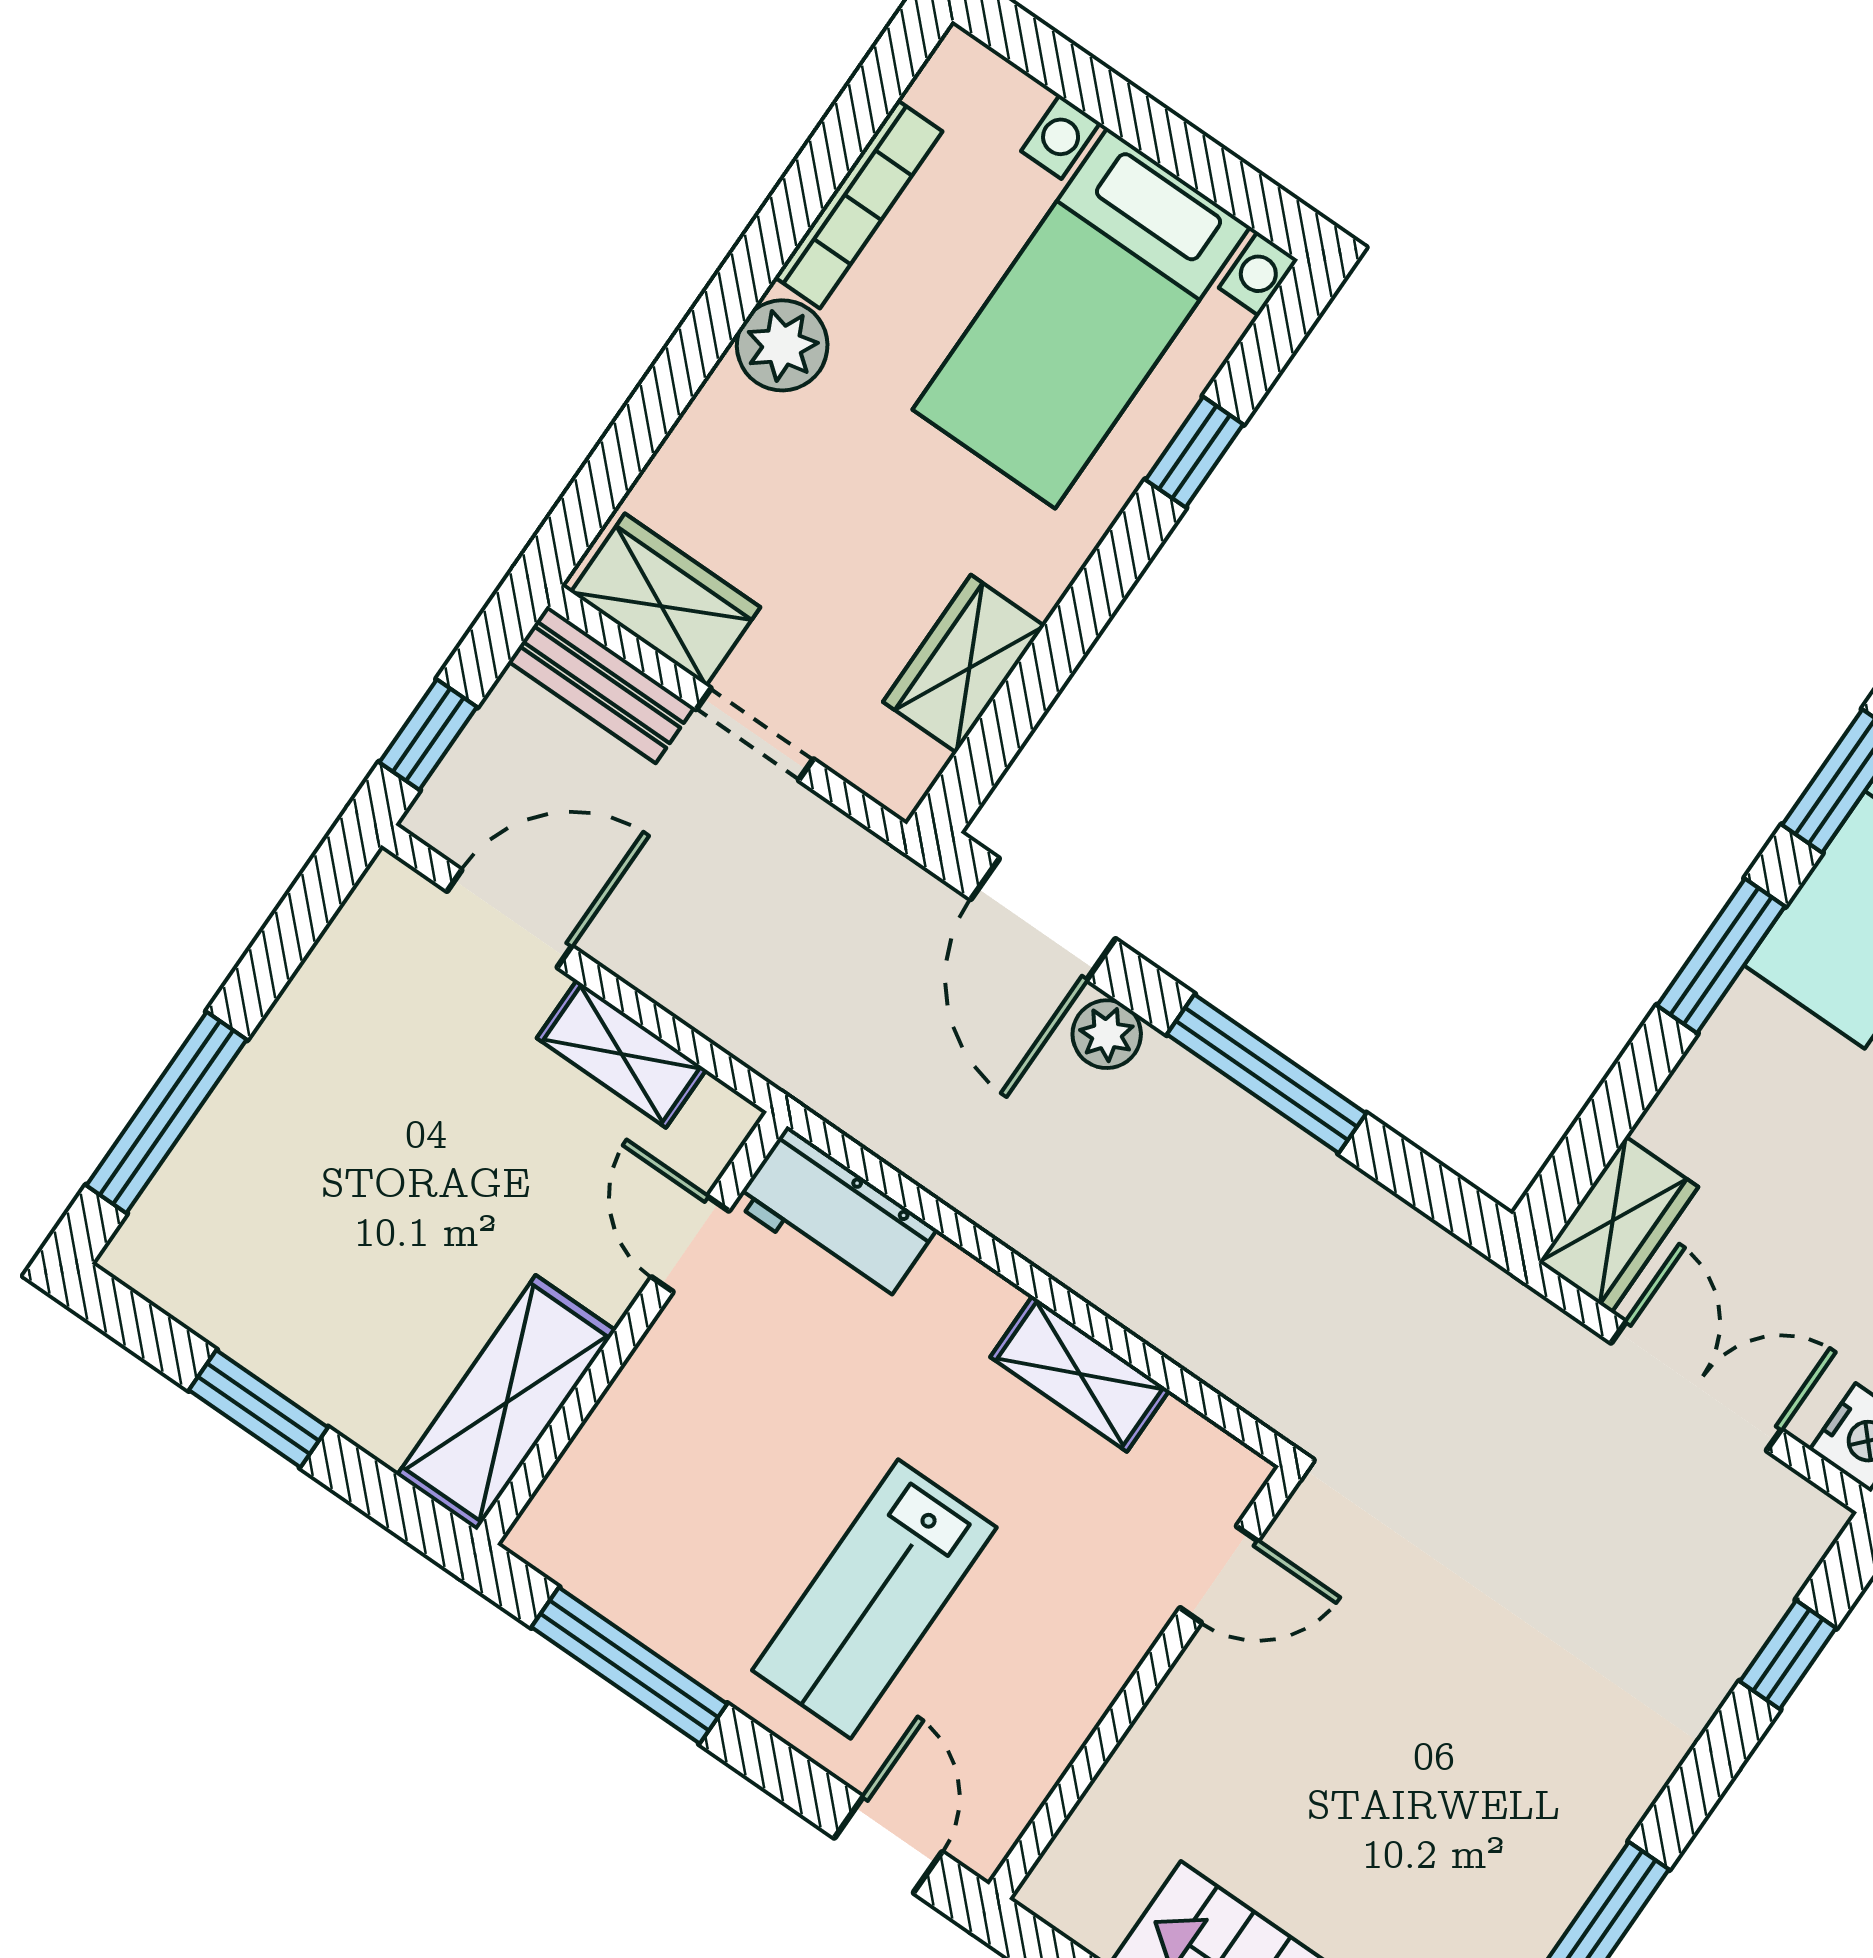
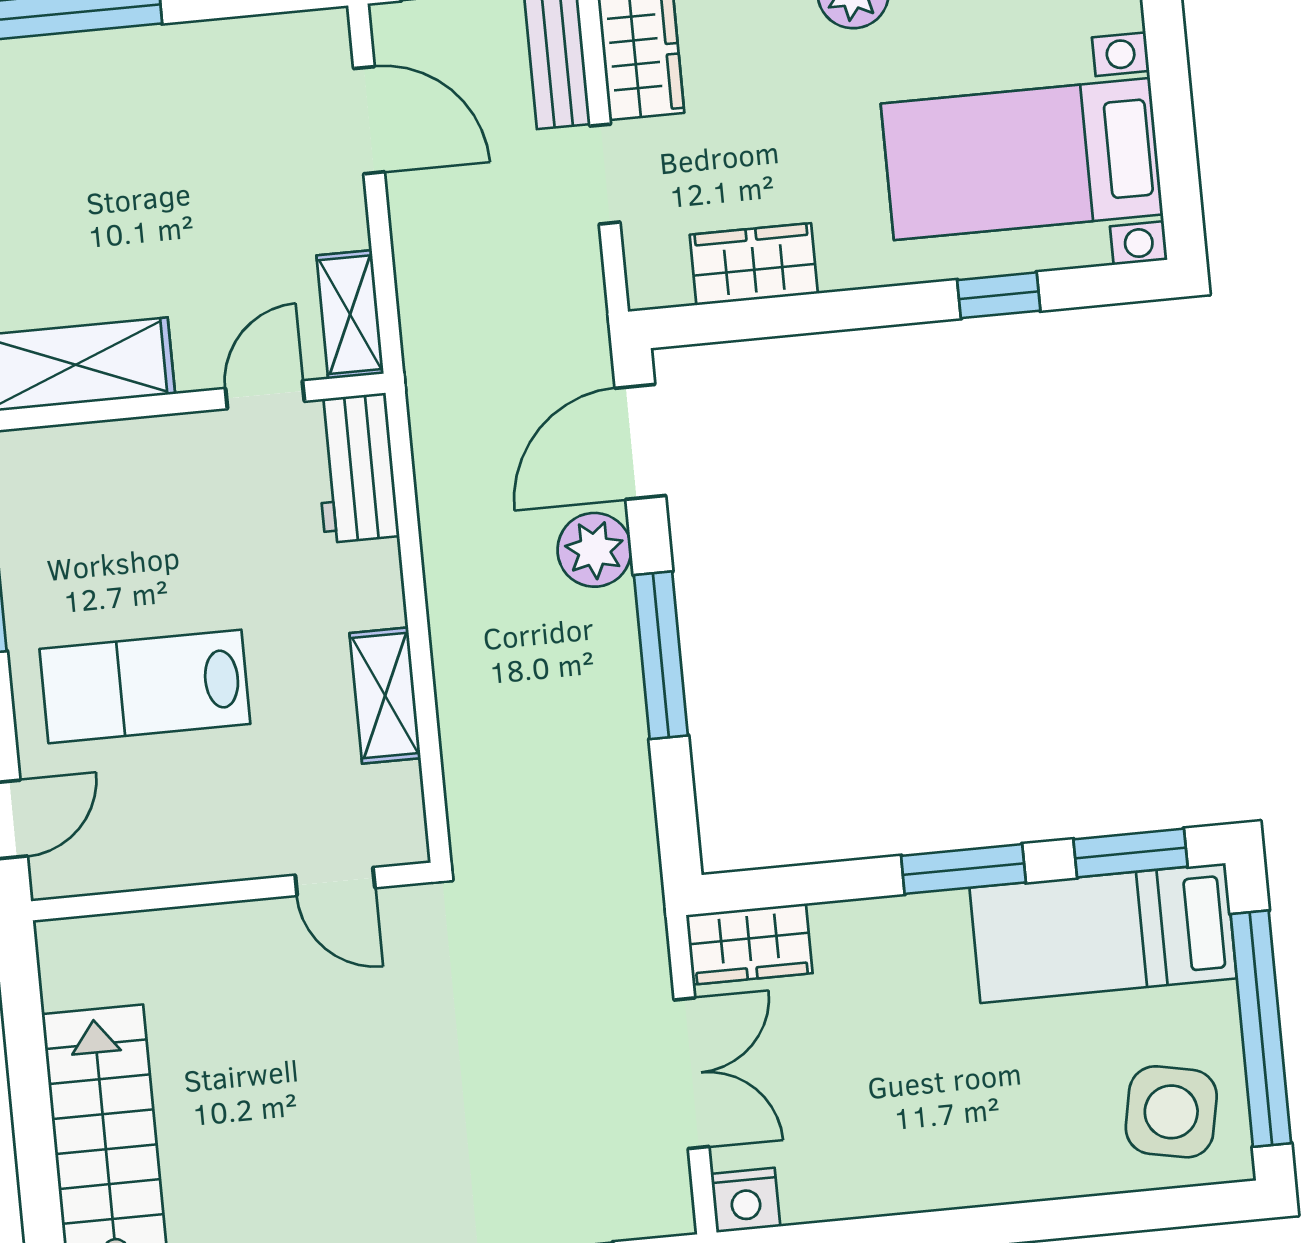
plant: (1107, 1034) -> (594, 550), width x1.38, depth x1.38
shelving: (621, 1054) -> (350, 315), moved

